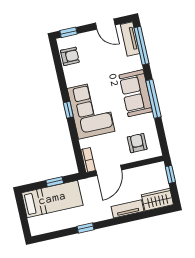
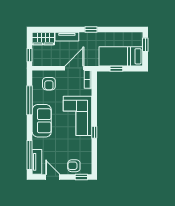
armchair: (70, 56) -> (74, 166), moved
window: (153, 99) -> (30, 100), moved
window: (68, 110) -> (94, 132), moved
window: (24, 221) -> (145, 45), added
window: (85, 228) -> (91, 29), moved

